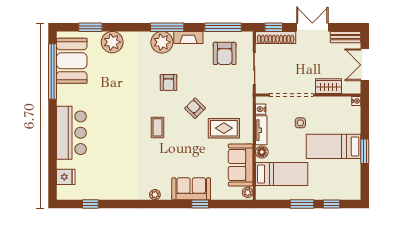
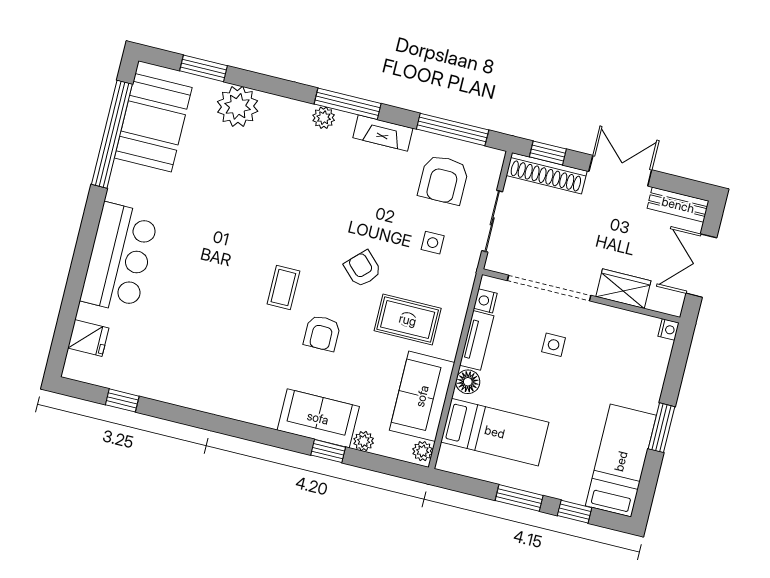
plant: (162, 42) -> (324, 118), width x0.53, depth x0.53
armchair: (169, 83) -> (322, 333), moved
side table: (227, 86) -> (433, 243), added
bed: (334, 146) -> (621, 461), moved, turned 90
plant: (155, 195) -> (364, 441), moved

